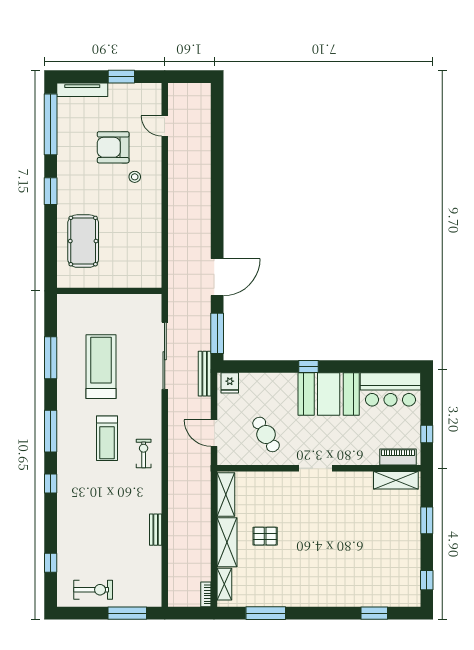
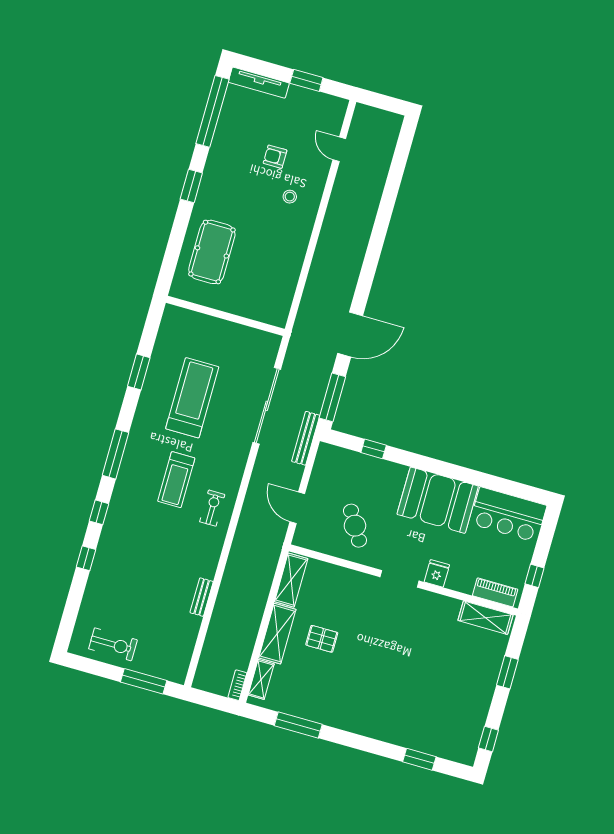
armchair: (113, 147) -> (275, 157), width x0.53, depth x0.53
window: (51, 358) -> (139, 372), width x0.69
window: (309, 366) -> (374, 449), moved
fridge: (230, 383) -> (437, 573), moved, turned 180
window: (51, 563) -> (86, 558), moved

